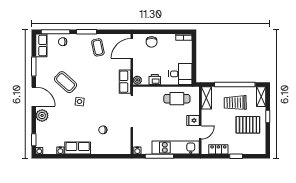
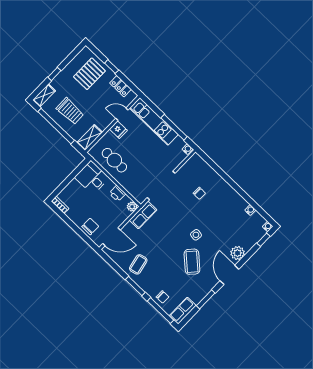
pallet: (248, 125) -> (89, 74), moved, turned 90
row of seats: (78, 148) -> (234, 198), removed

